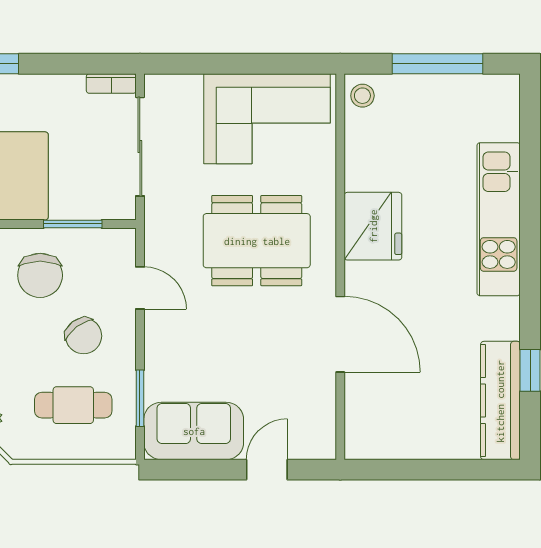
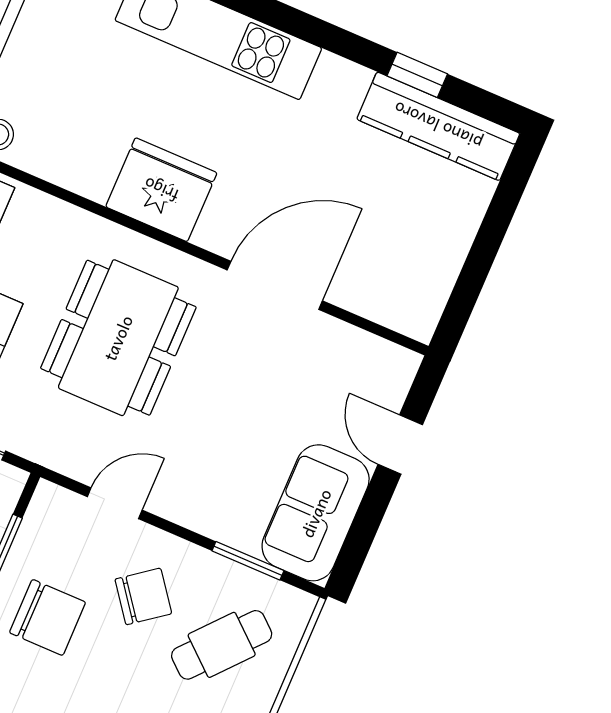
cafe table: (73, 405) -> (222, 645), turned 41

